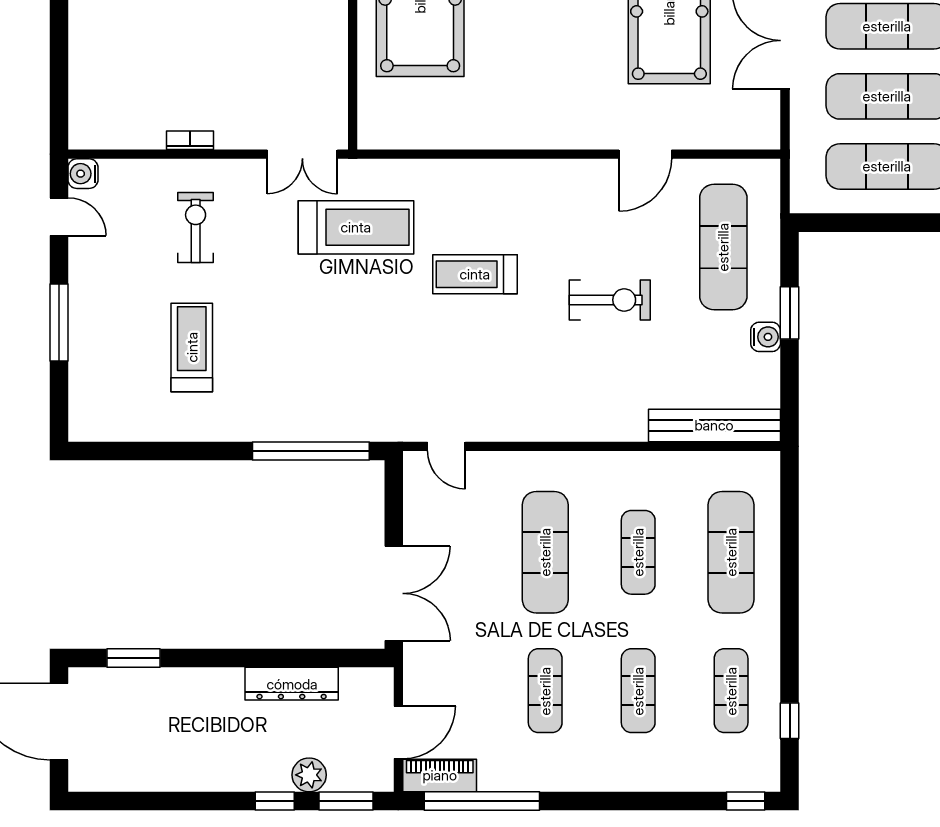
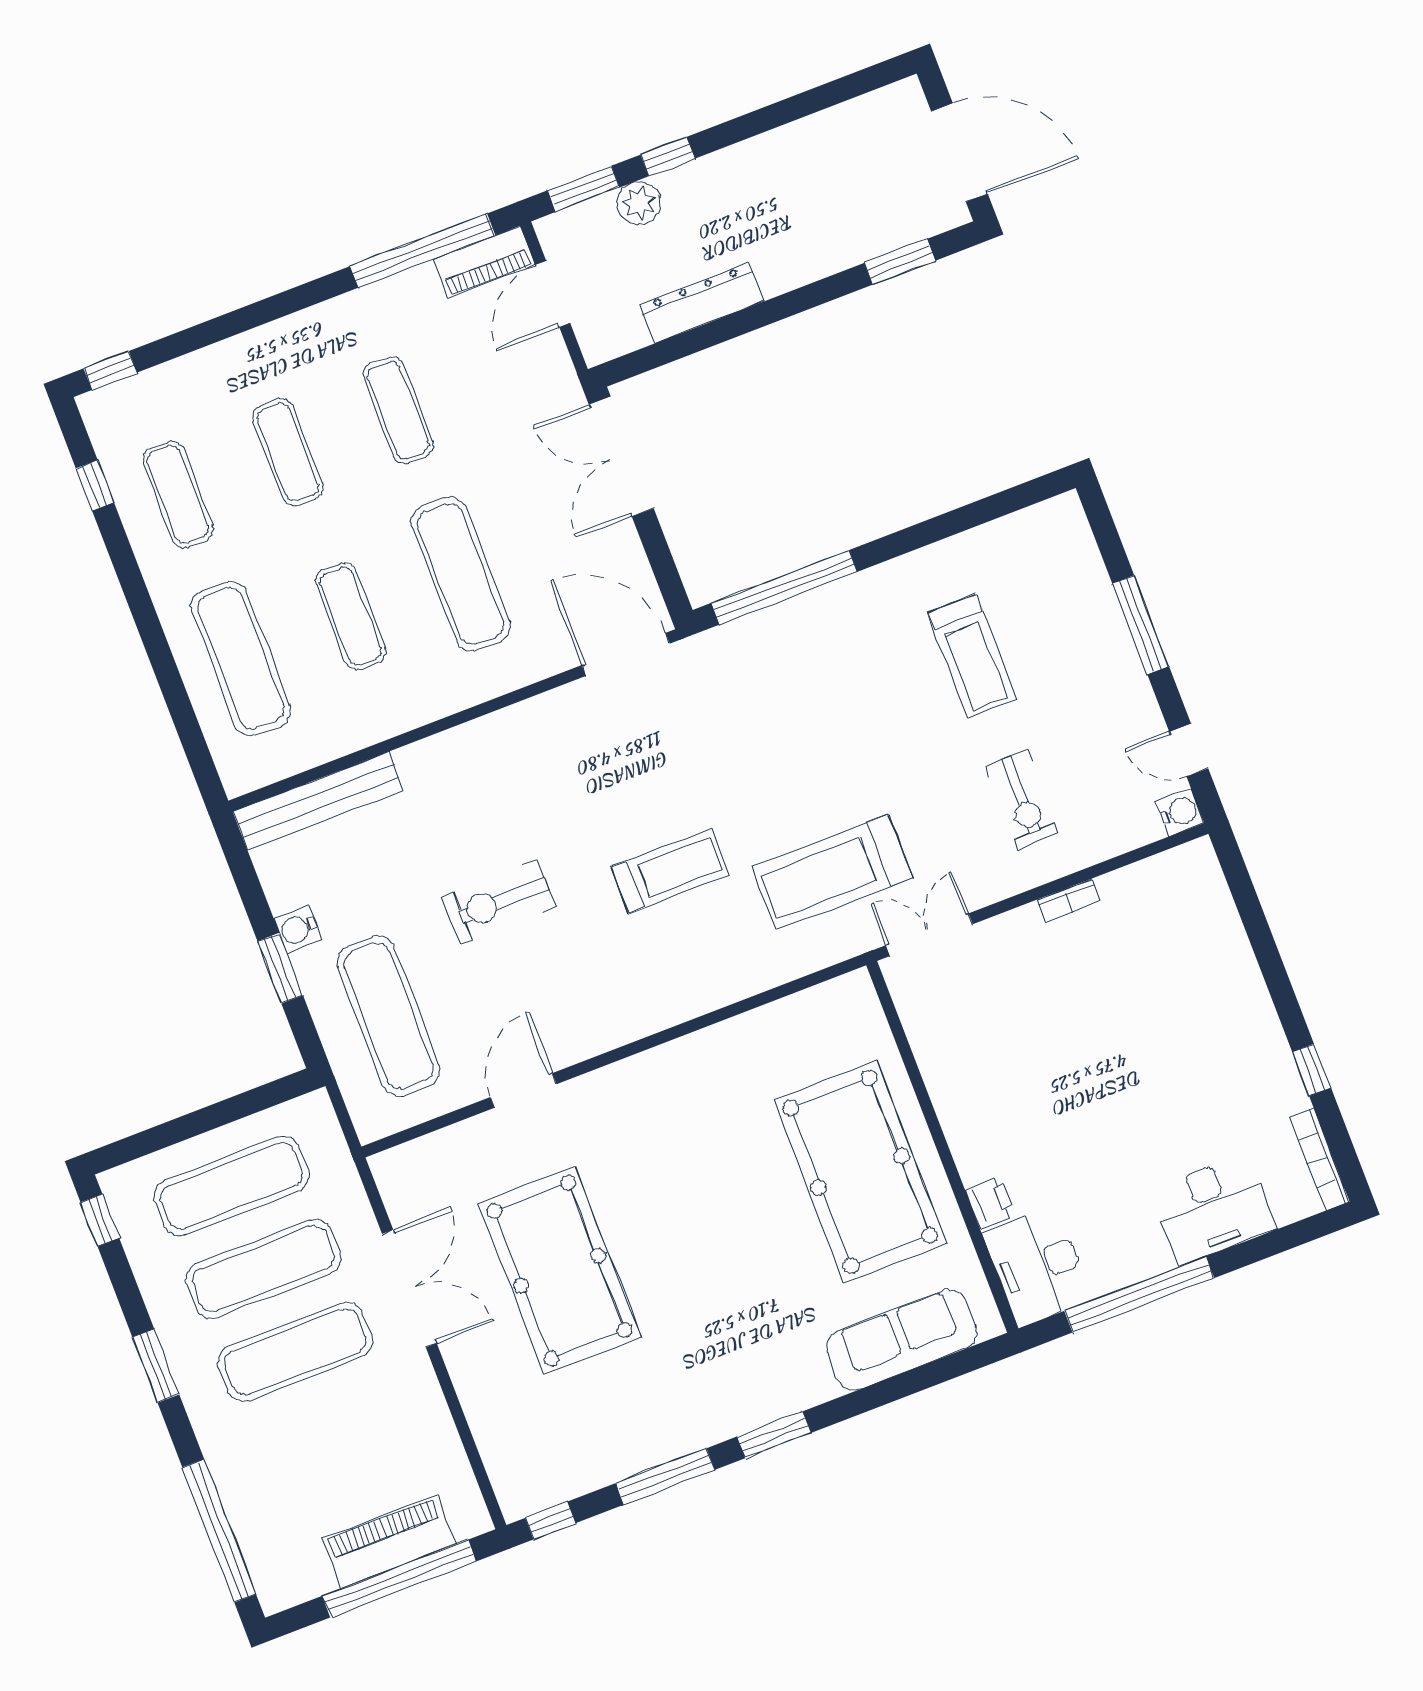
door: (446, 446) -> (626, 654), width x1.87

